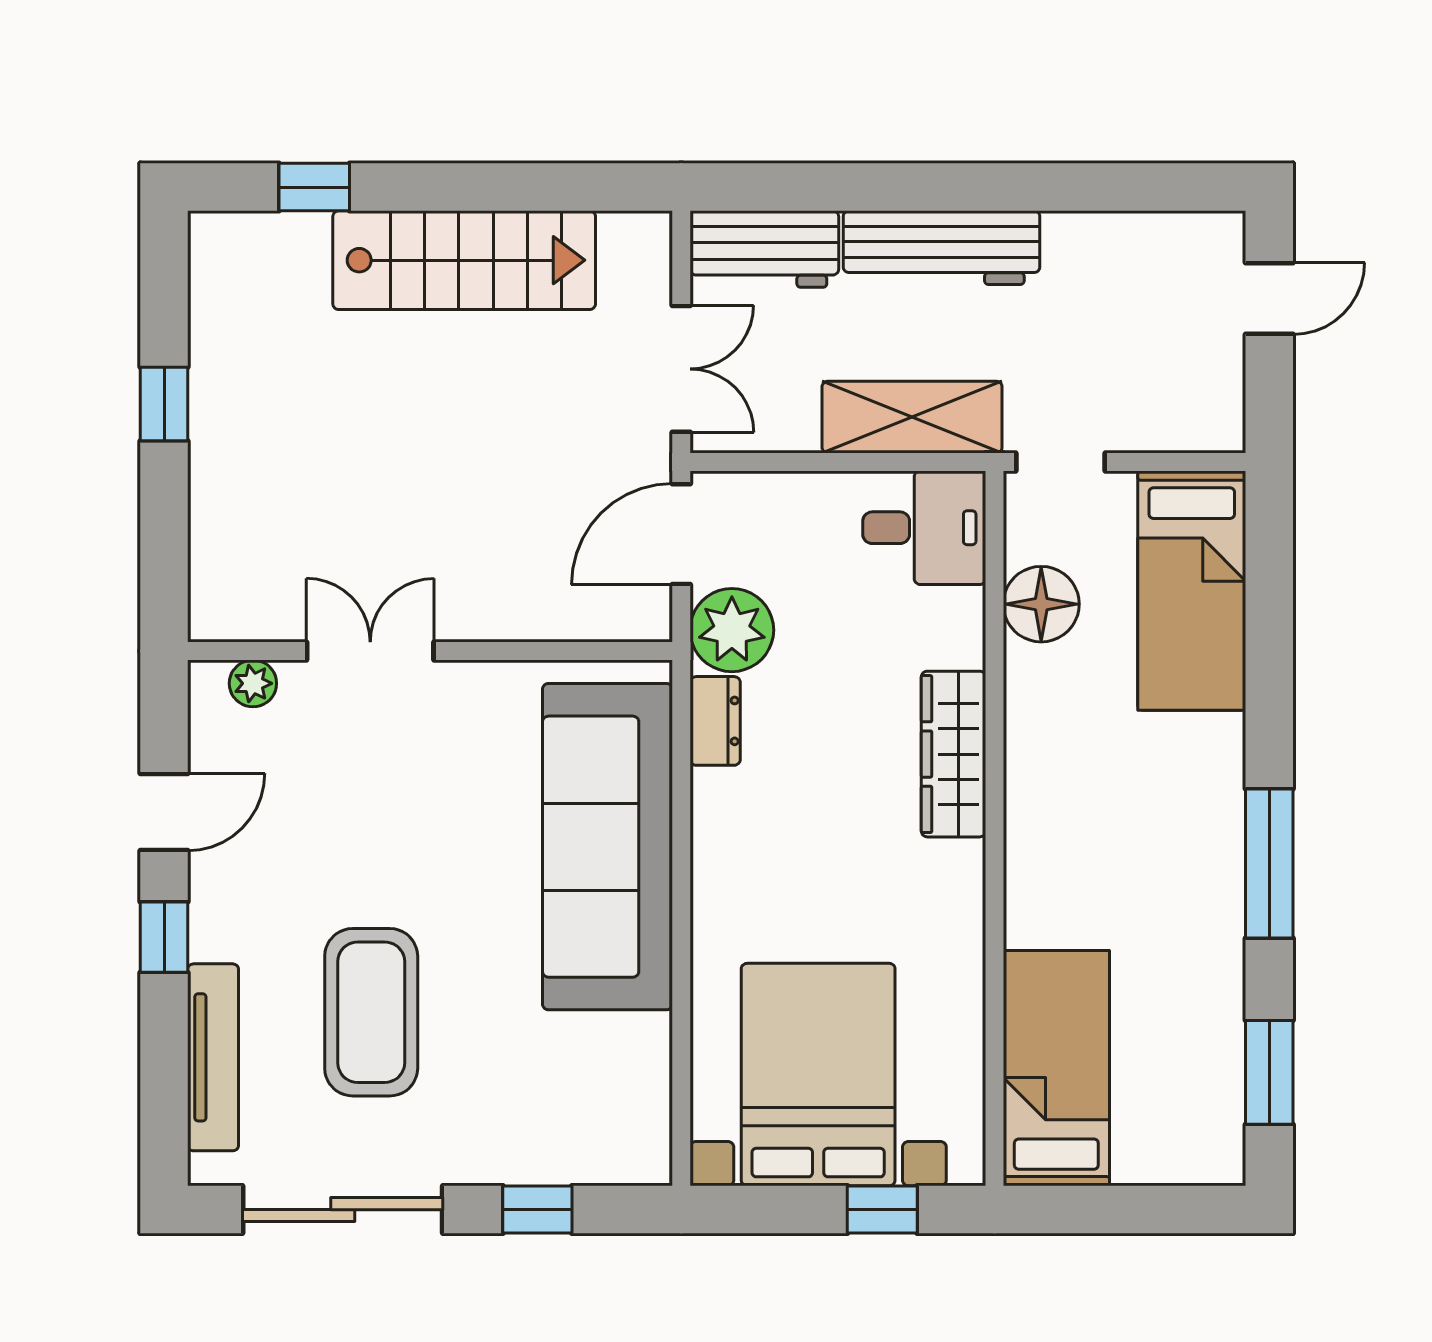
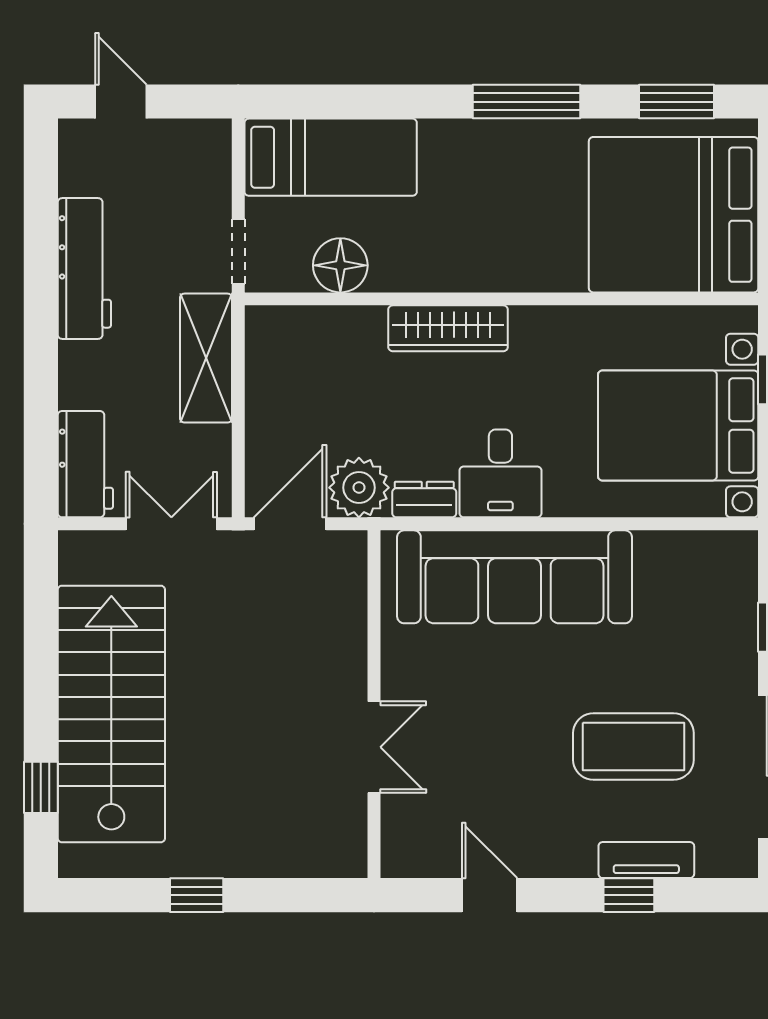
workbench: (942, 248) -> (84, 269), moved
stairs: (464, 260) -> (111, 714), width x1.36, depth x1.51
desk: (924, 528) -> (500, 473), moved, turned 180
door: (681, 534) -> (290, 524), swing flipped
double door: (370, 651) -> (374, 747), swing flipped
plant: (253, 683) -> (397, 831), removed
window: (164, 937) -> (629, 895), moved
tv unit: (213, 1057) -> (646, 860), width x0.71
bed: (1056, 1068) -> (674, 215), width x2.04

